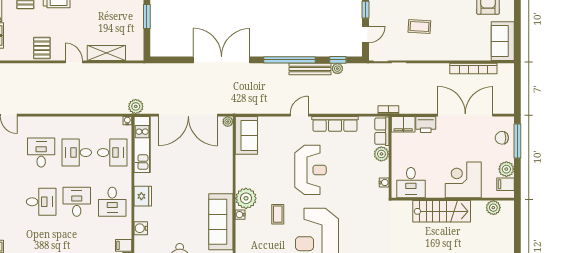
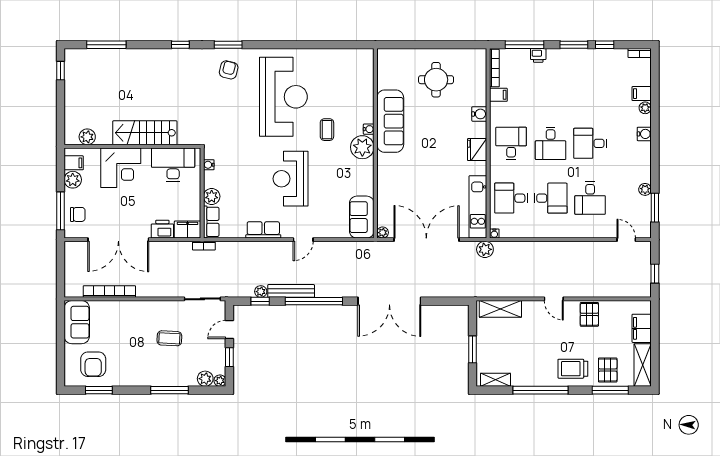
shelving: (106, 53) -> (500, 309), moved
row of seats: (335, 124) -> (263, 230), width x0.68
desk: (411, 183) -> (173, 165), width x1.37

